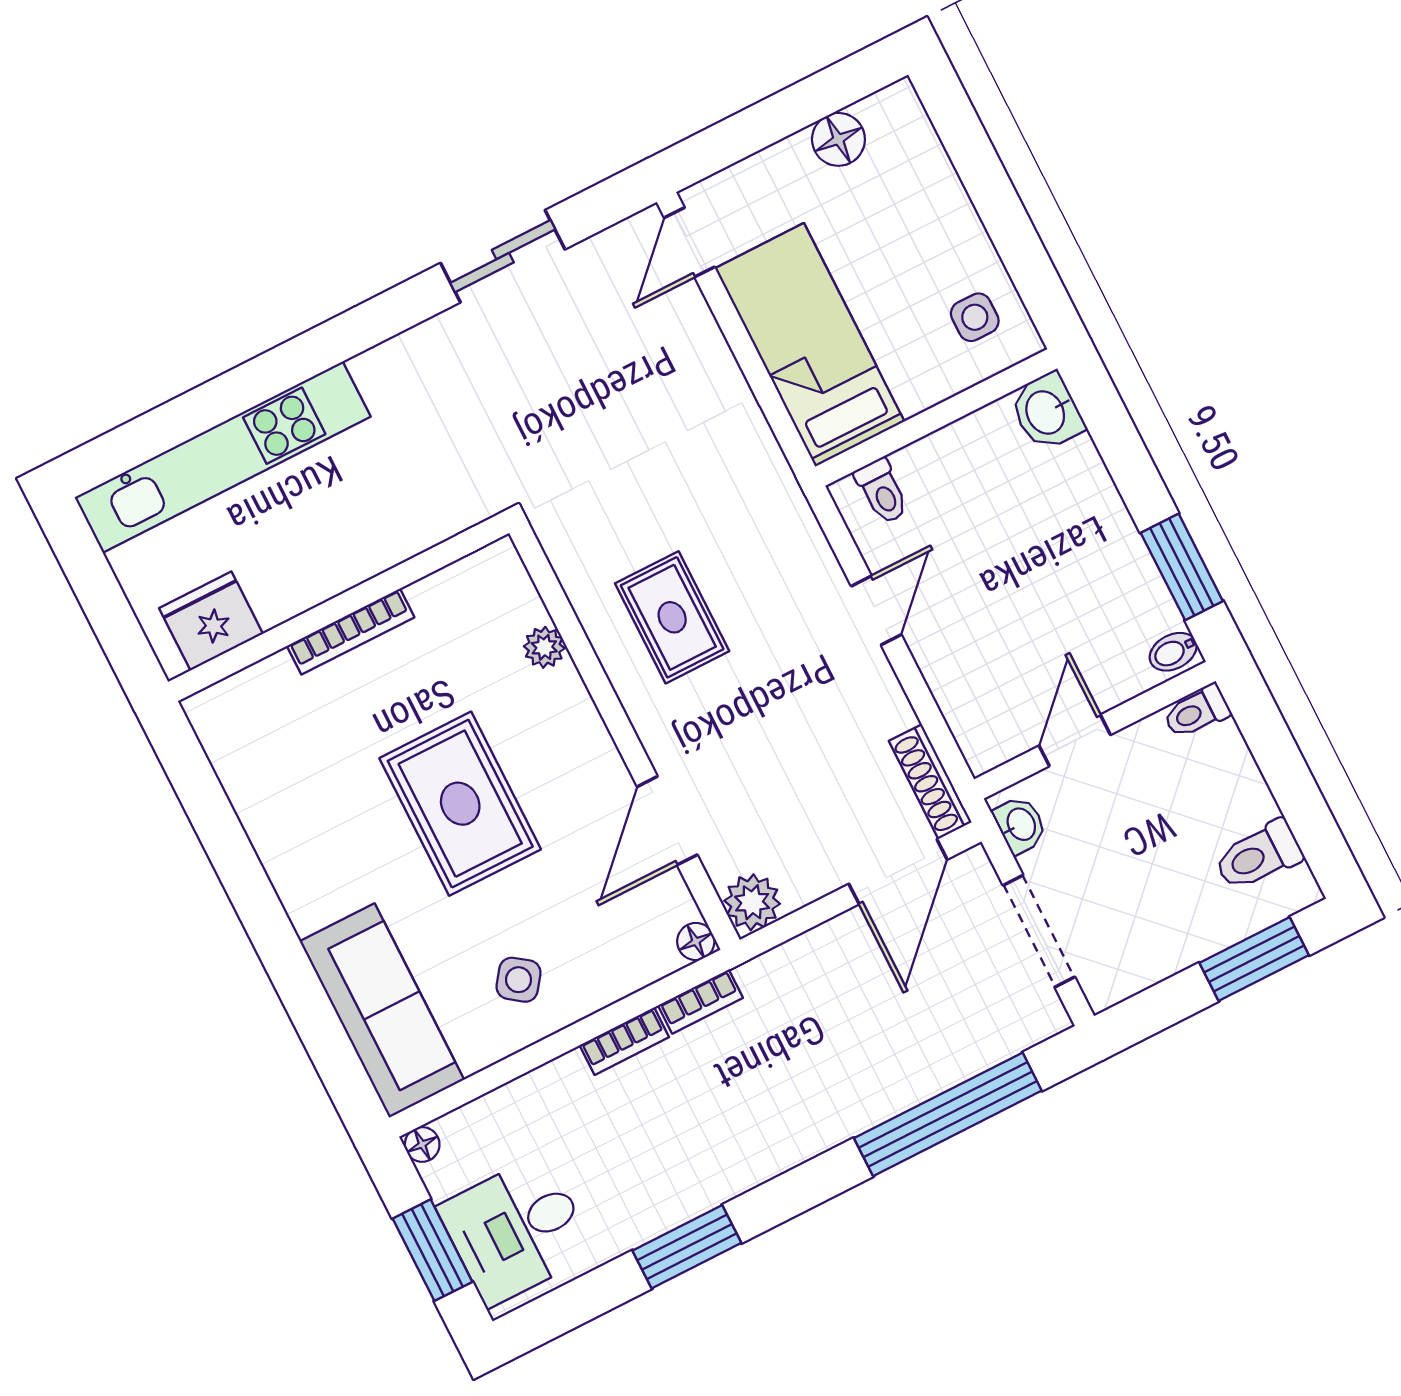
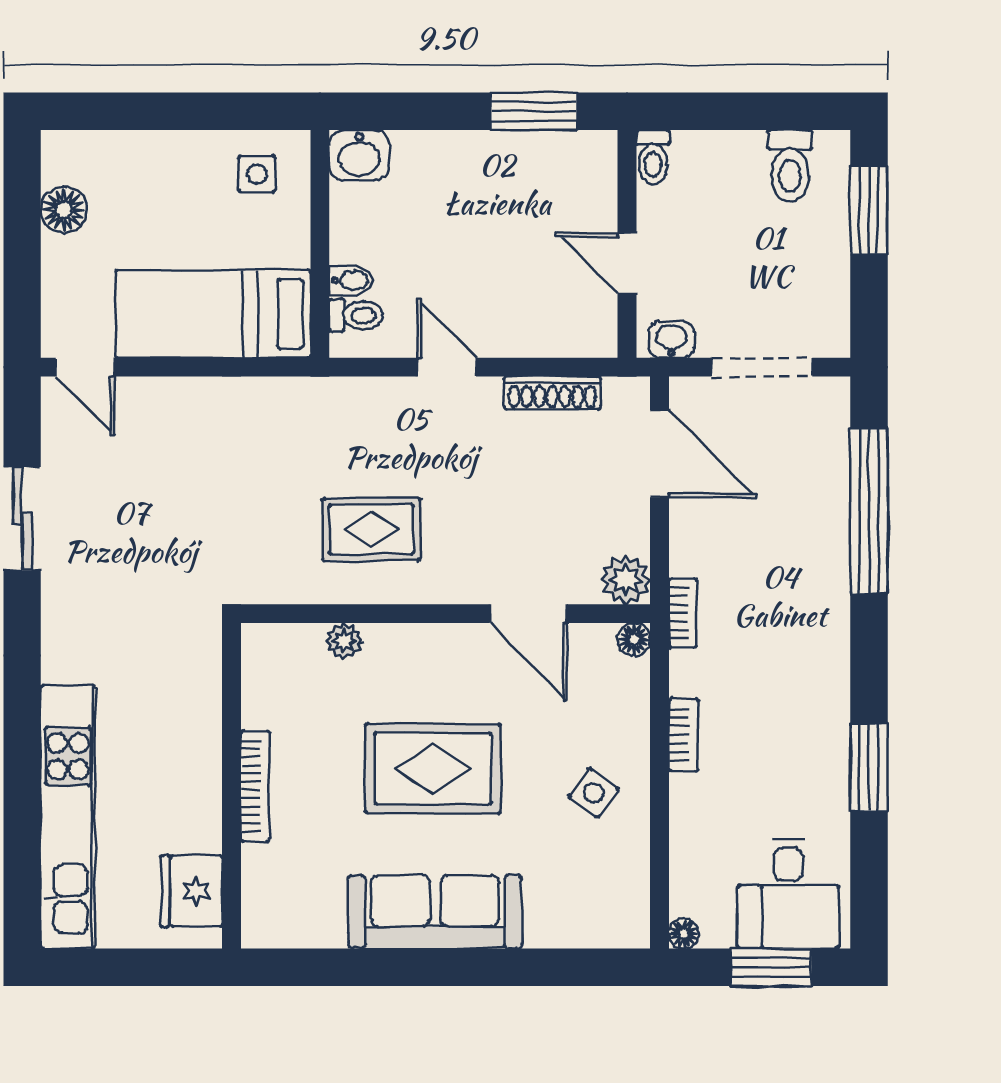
bidet: (1173, 652) -> (351, 280), moved, turned -90
shoe rack: (930, 782) -> (552, 393), moved
bookcase: (700, 1002) -> (683, 613), moved
sofa: (382, 1011) -> (435, 912), moved

